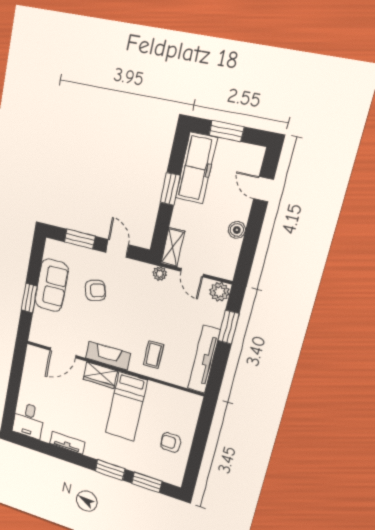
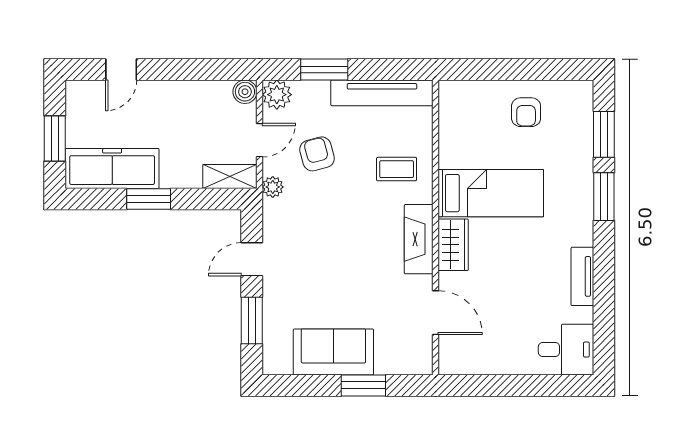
boiler: (237, 230) -> (245, 92), moved
armchair: (95, 290) -> (317, 154), moved

